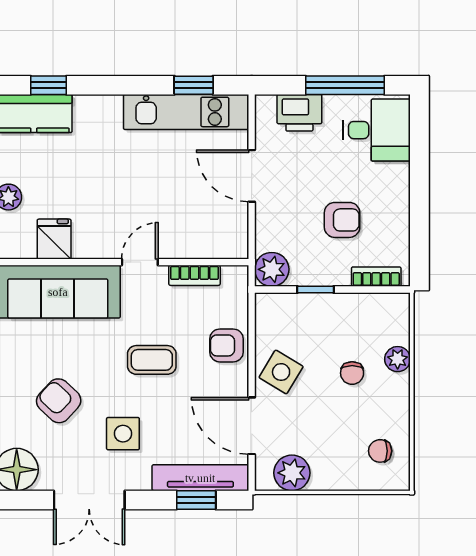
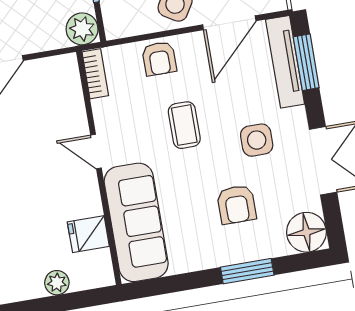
bookcase: (194, 275) -> (95, 74), moved
armchair: (59, 401) -> (237, 204), turned -43
window: (196, 500) -> (306, 62), width x1.50

